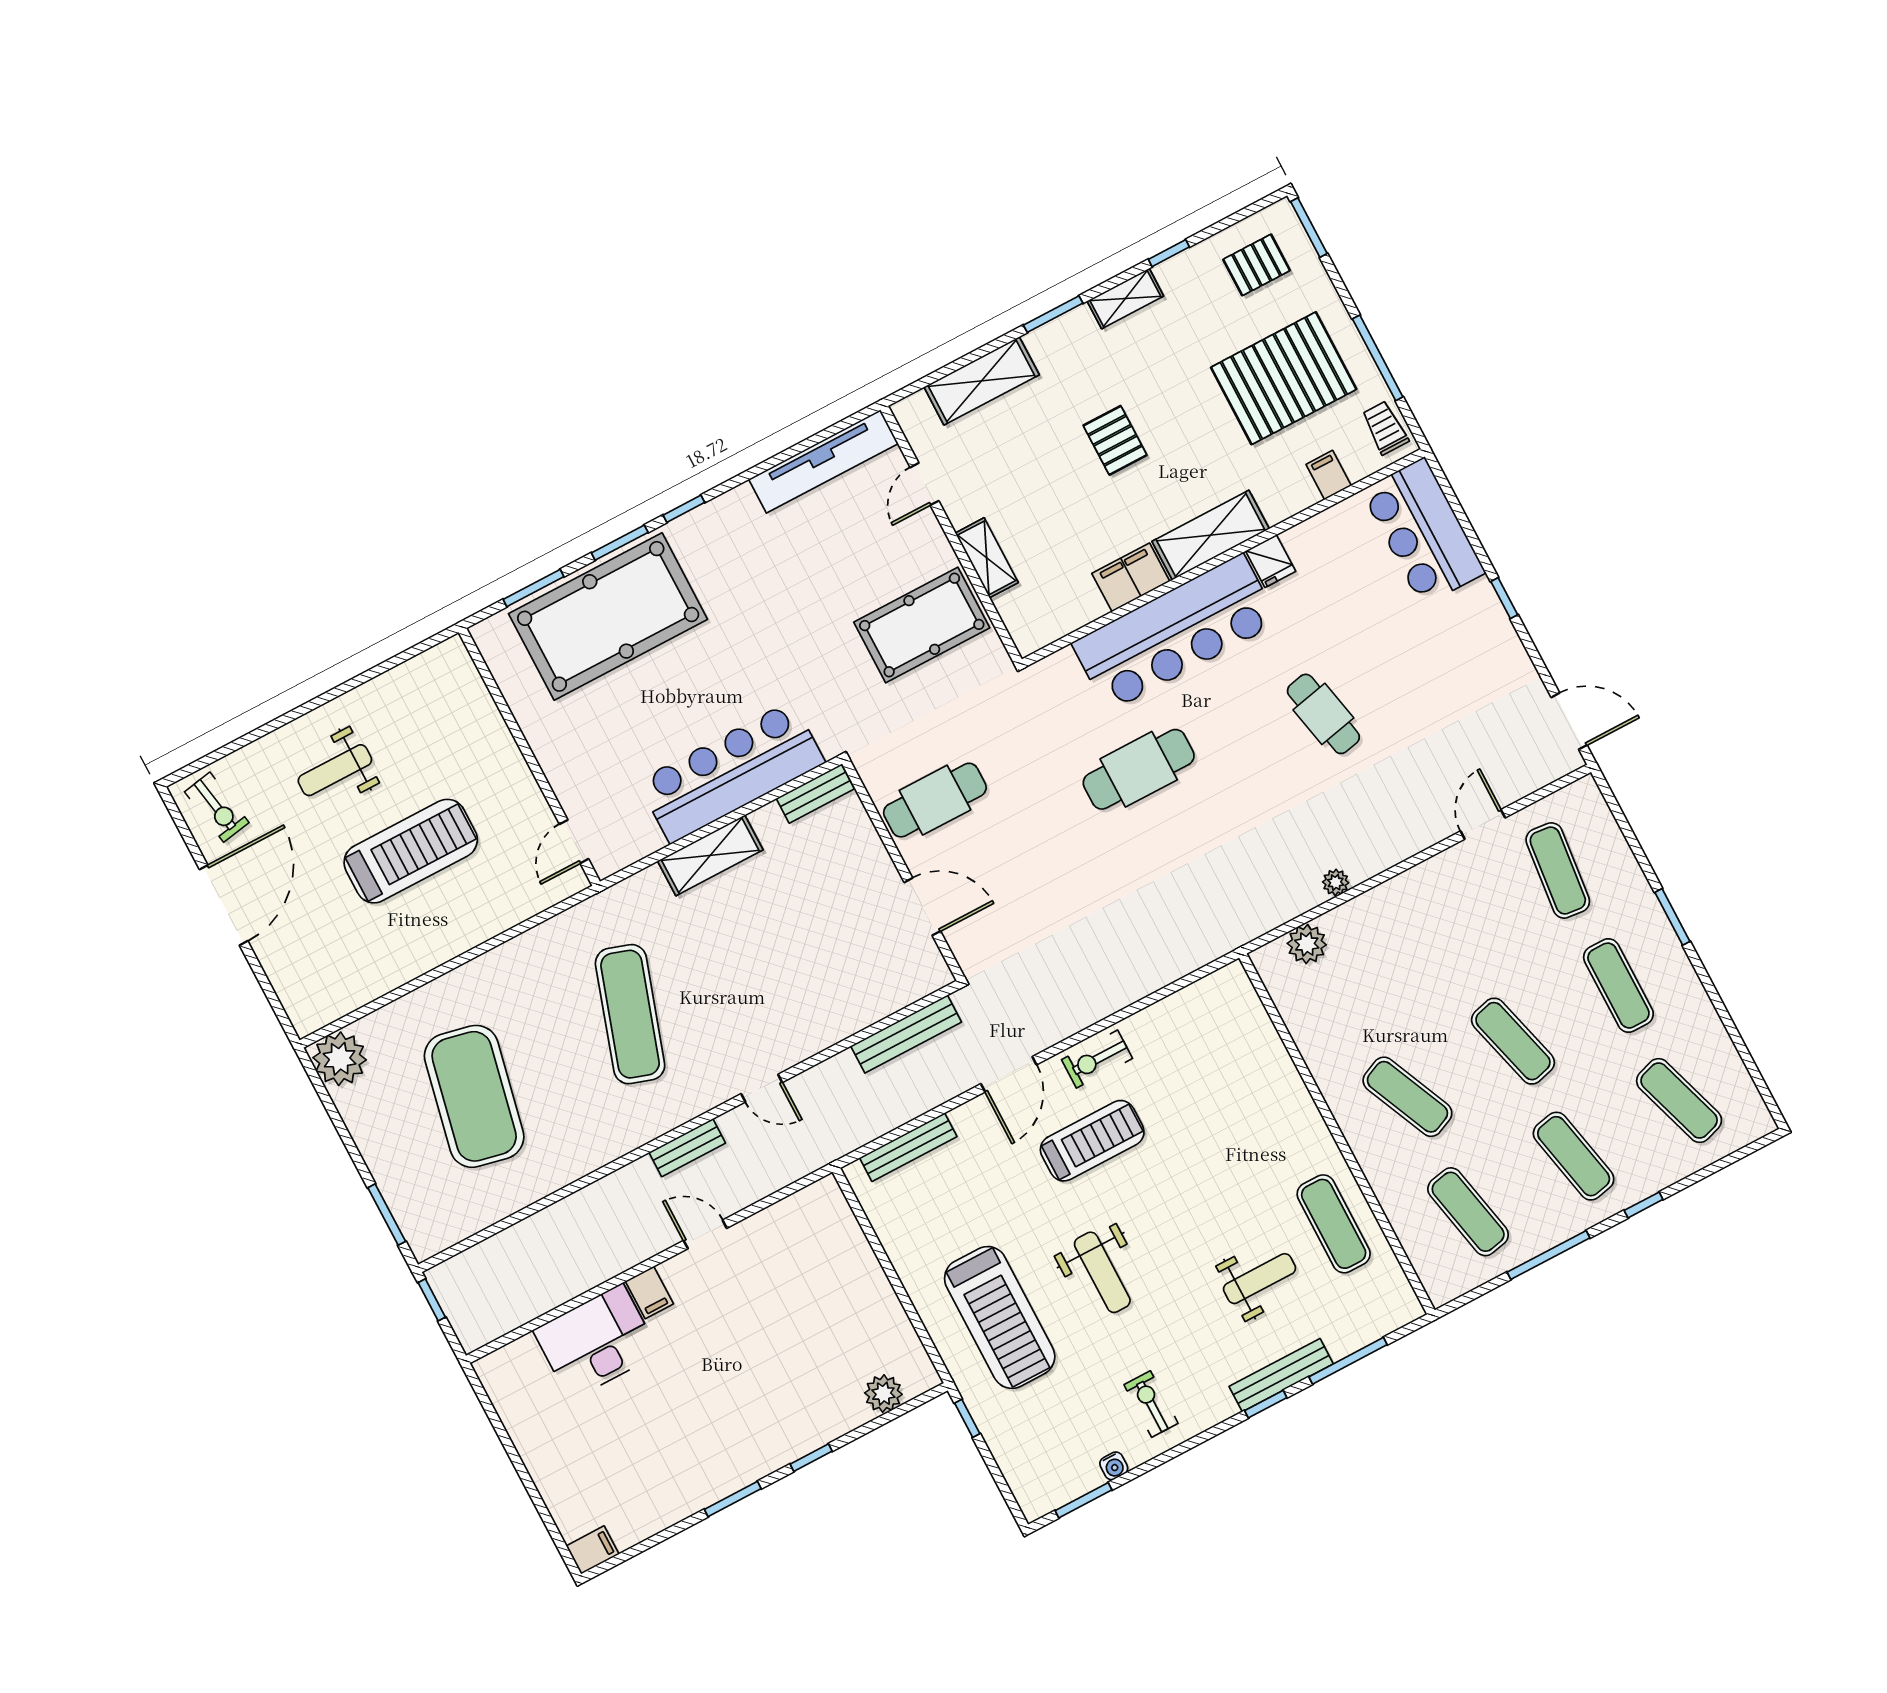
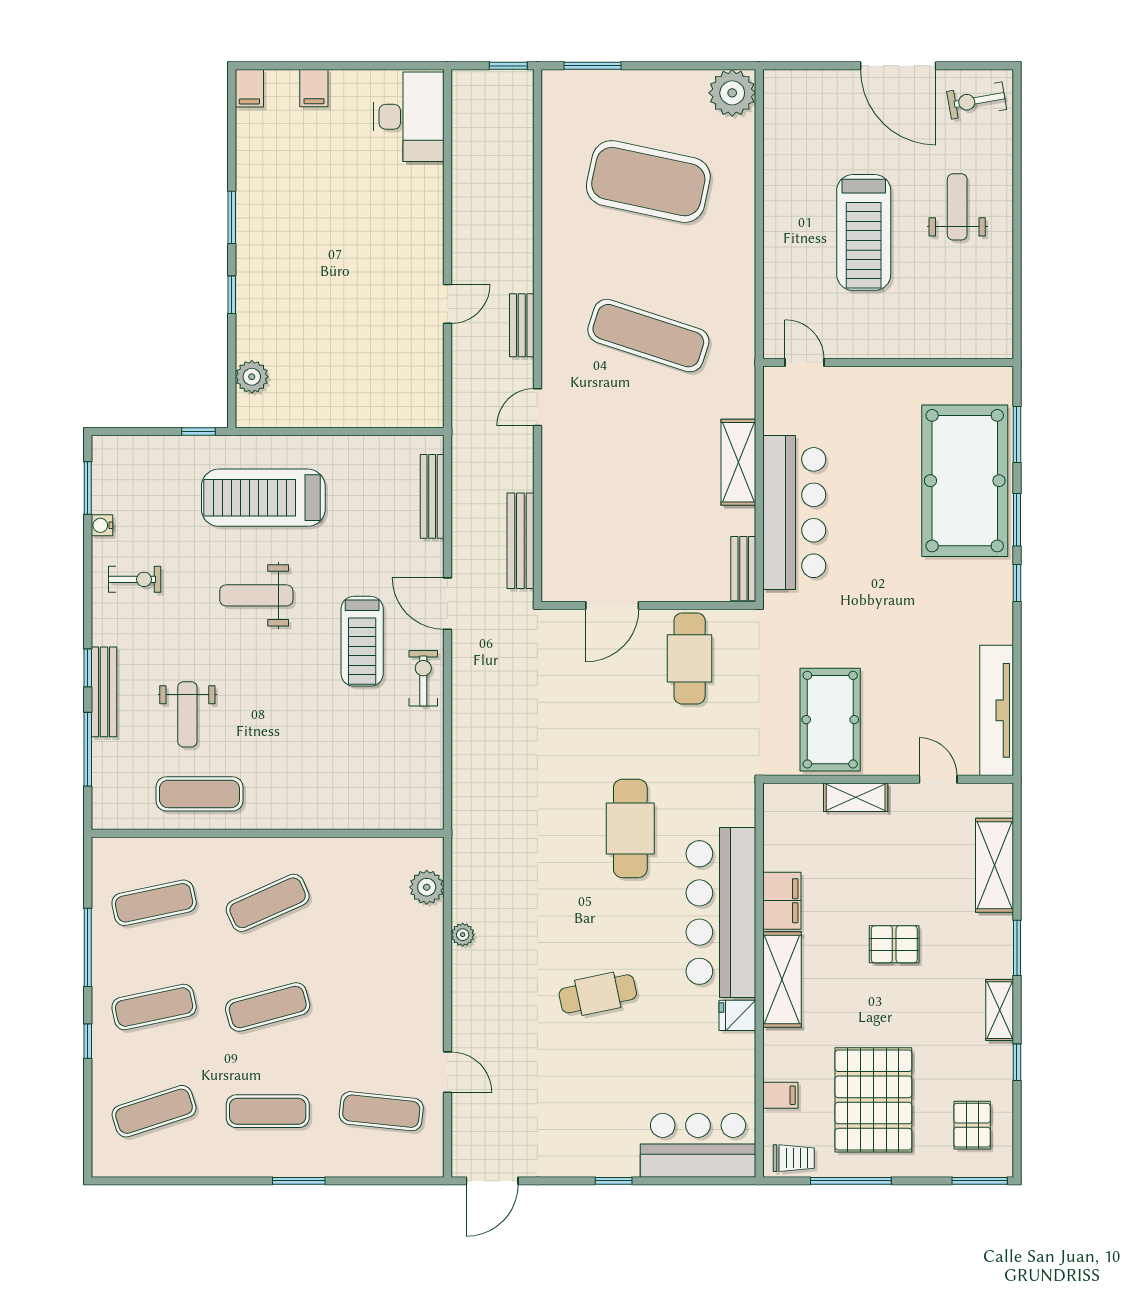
filing cabinet: (649, 1293) -> (314, 88), moved, turned -90
desk: (596, 1342) -> (409, 117), moved

